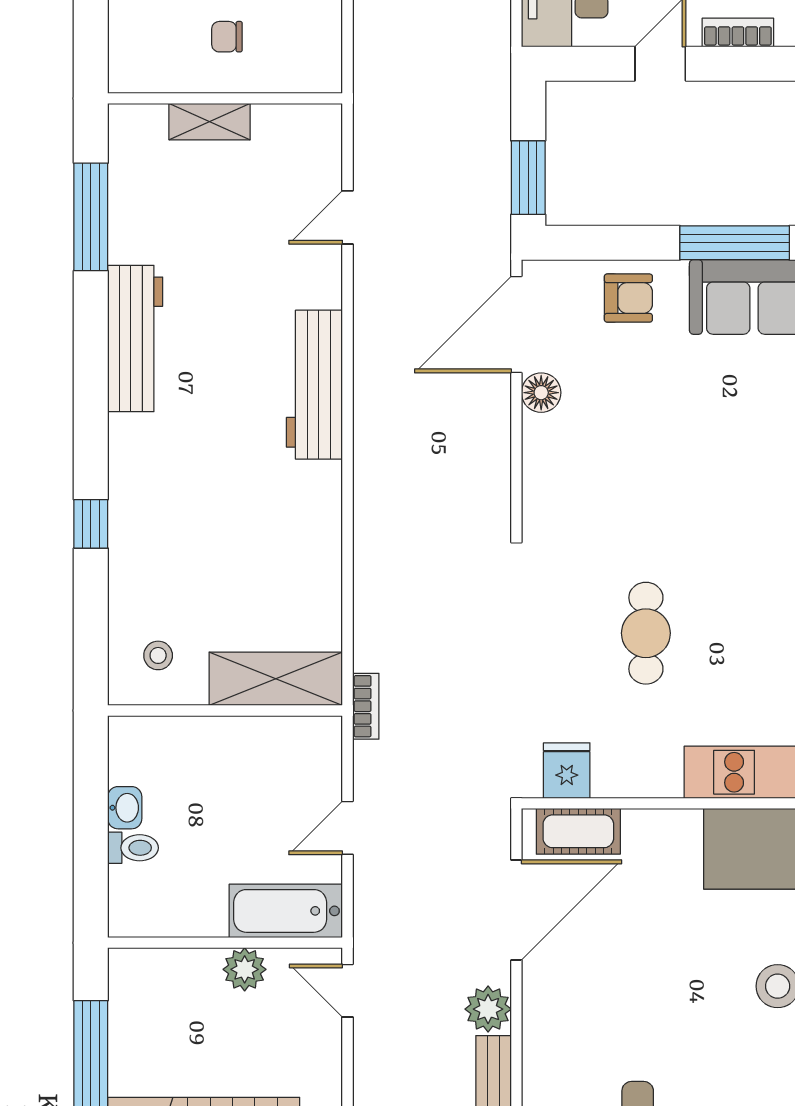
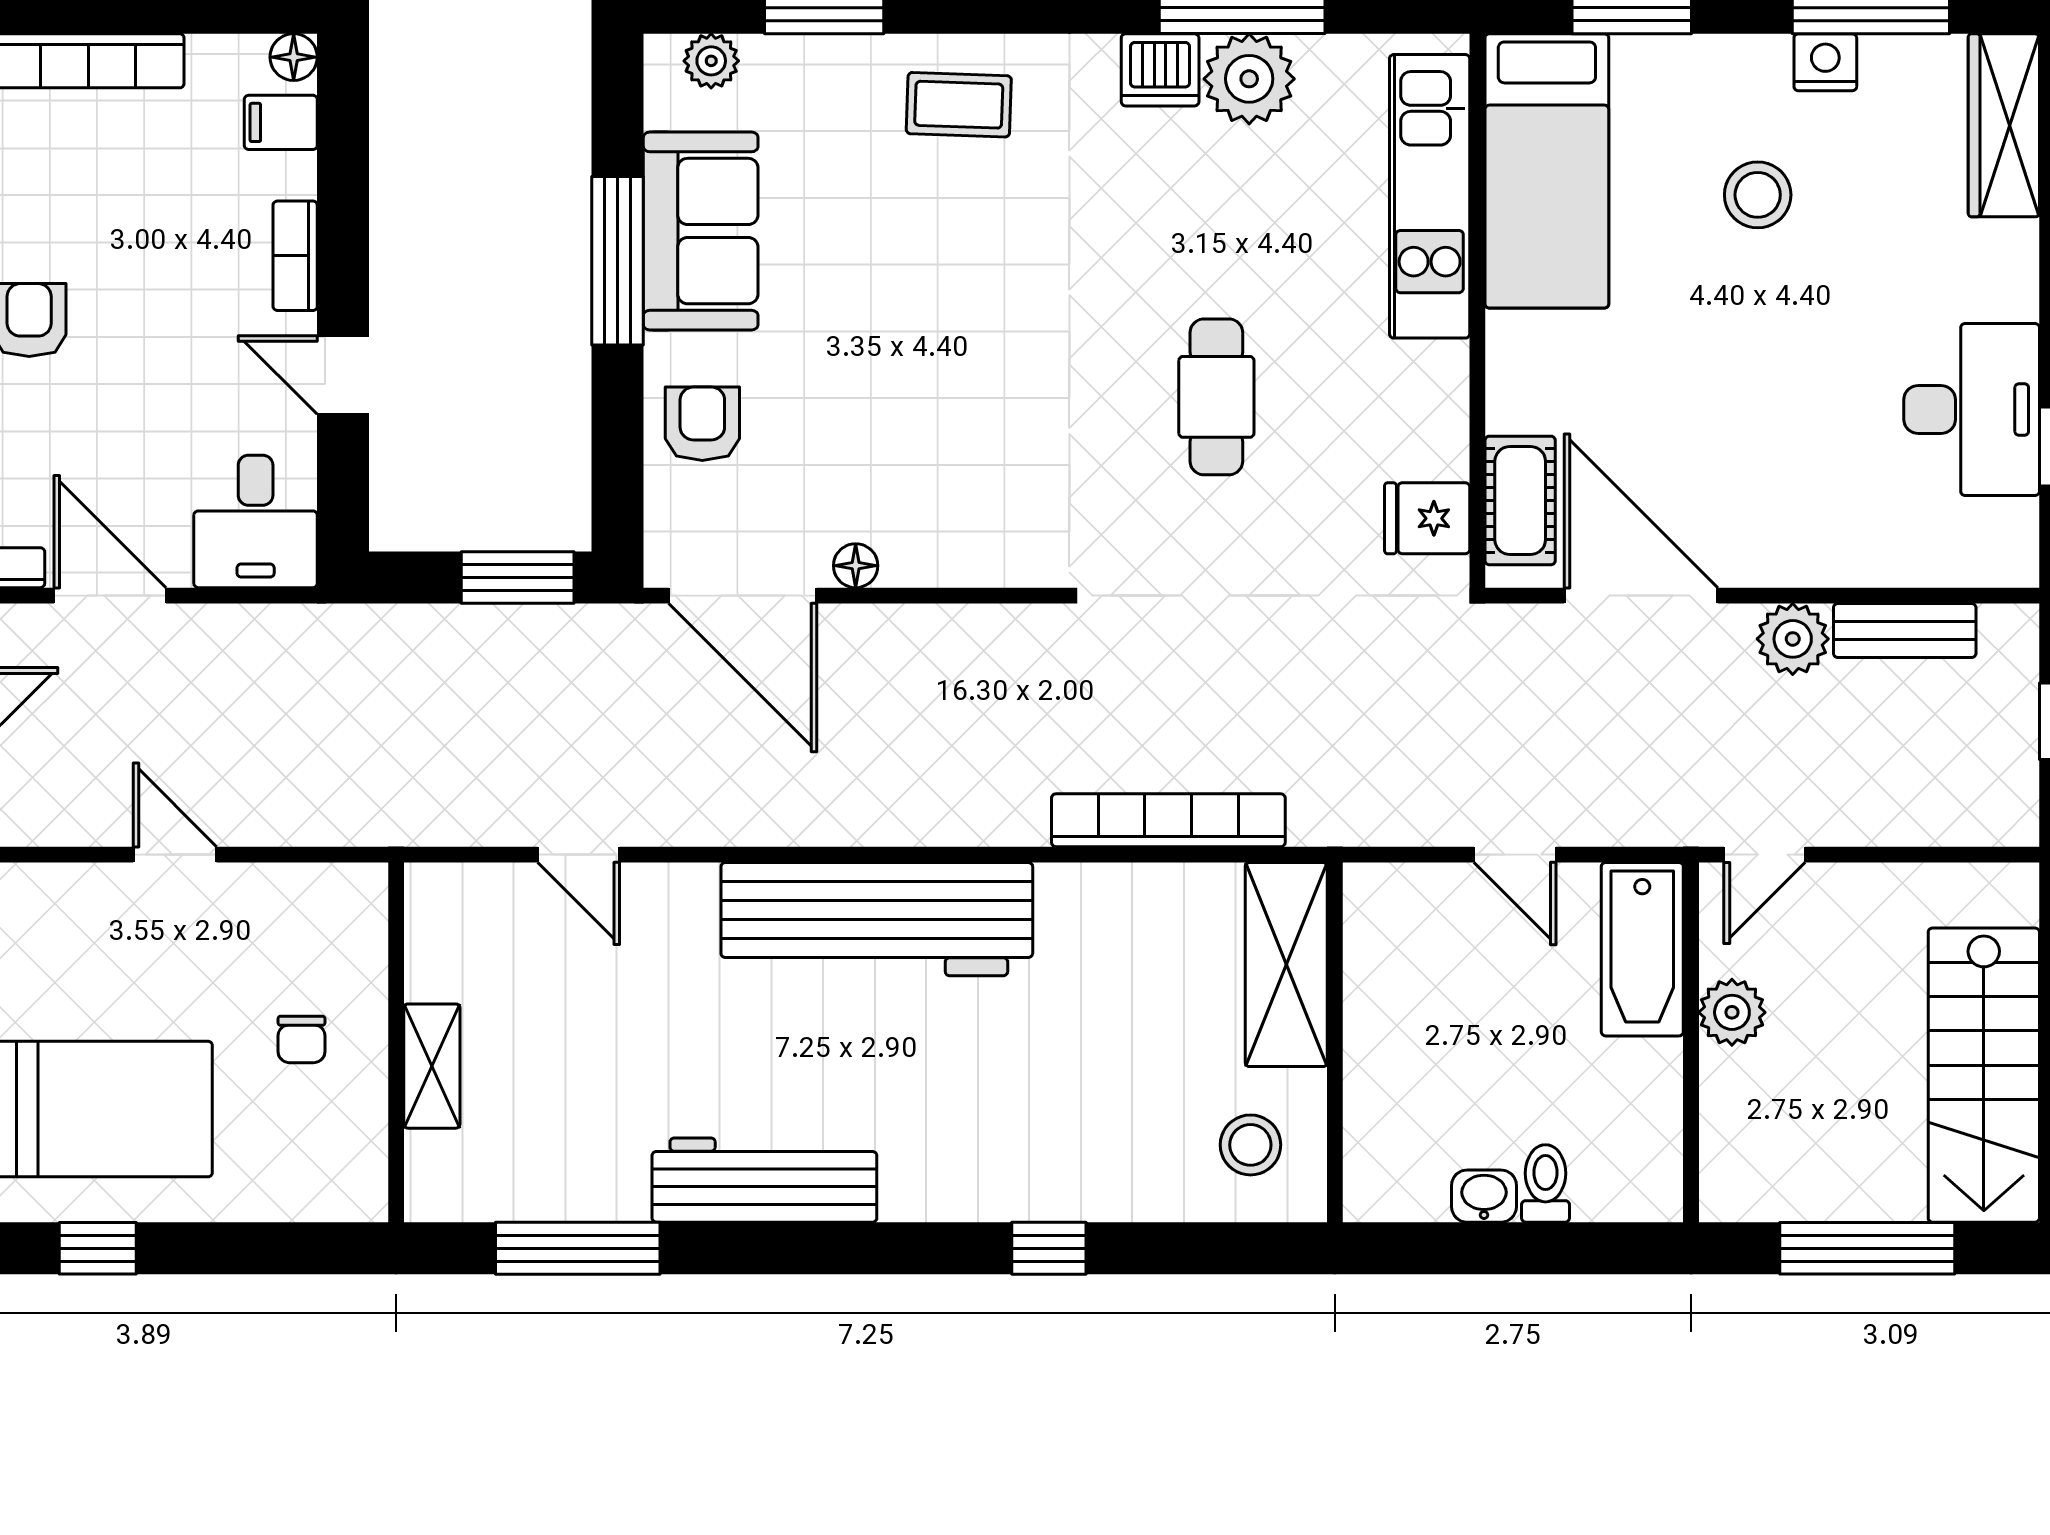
workbench: (314, 385) -> (877, 919), width x1.36, depth x1.32
floor lamp: (541, 393) -> (856, 566), width x0.73, depth x0.73
cafe table: (646, 633) -> (1216, 397), turned 90
stool: (158, 655) -> (1250, 1145), width x1.37, depth x1.37
bookcase: (366, 706) -> (1168, 820), moved, width x2.31, depth x1.31

